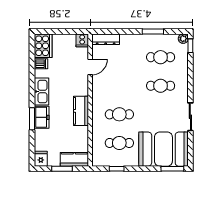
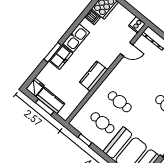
kitchen counter: (74, 159) -> (50, 100), moved

